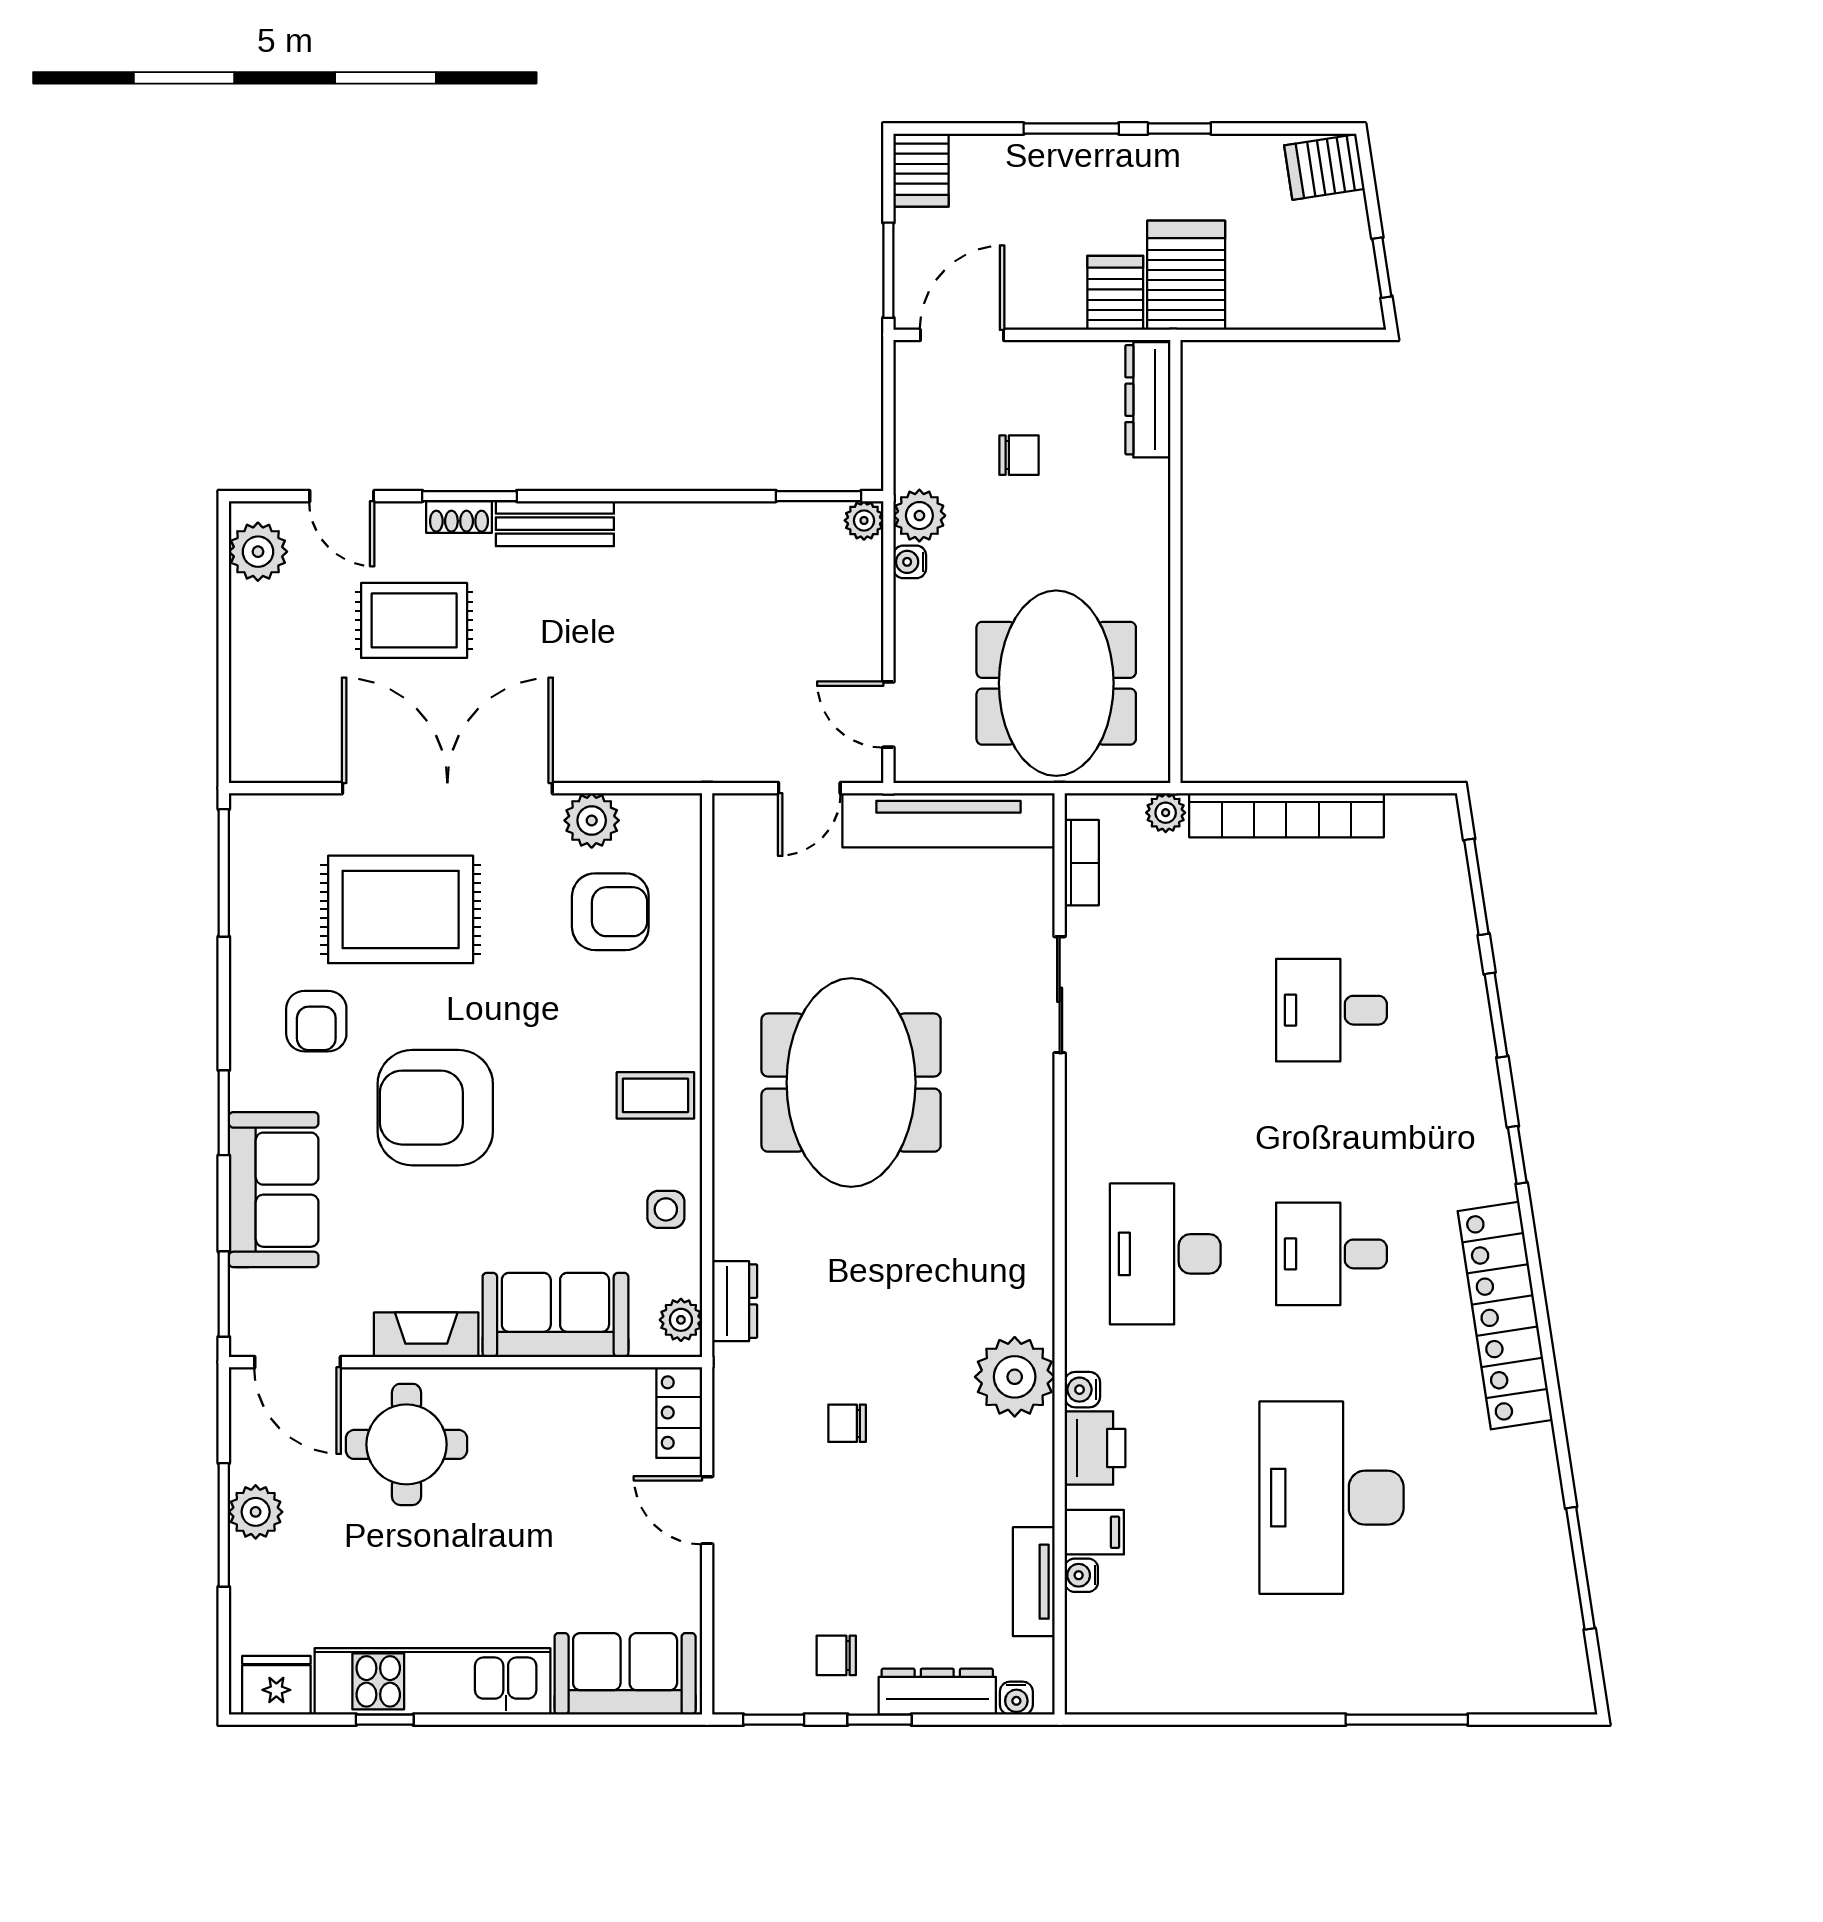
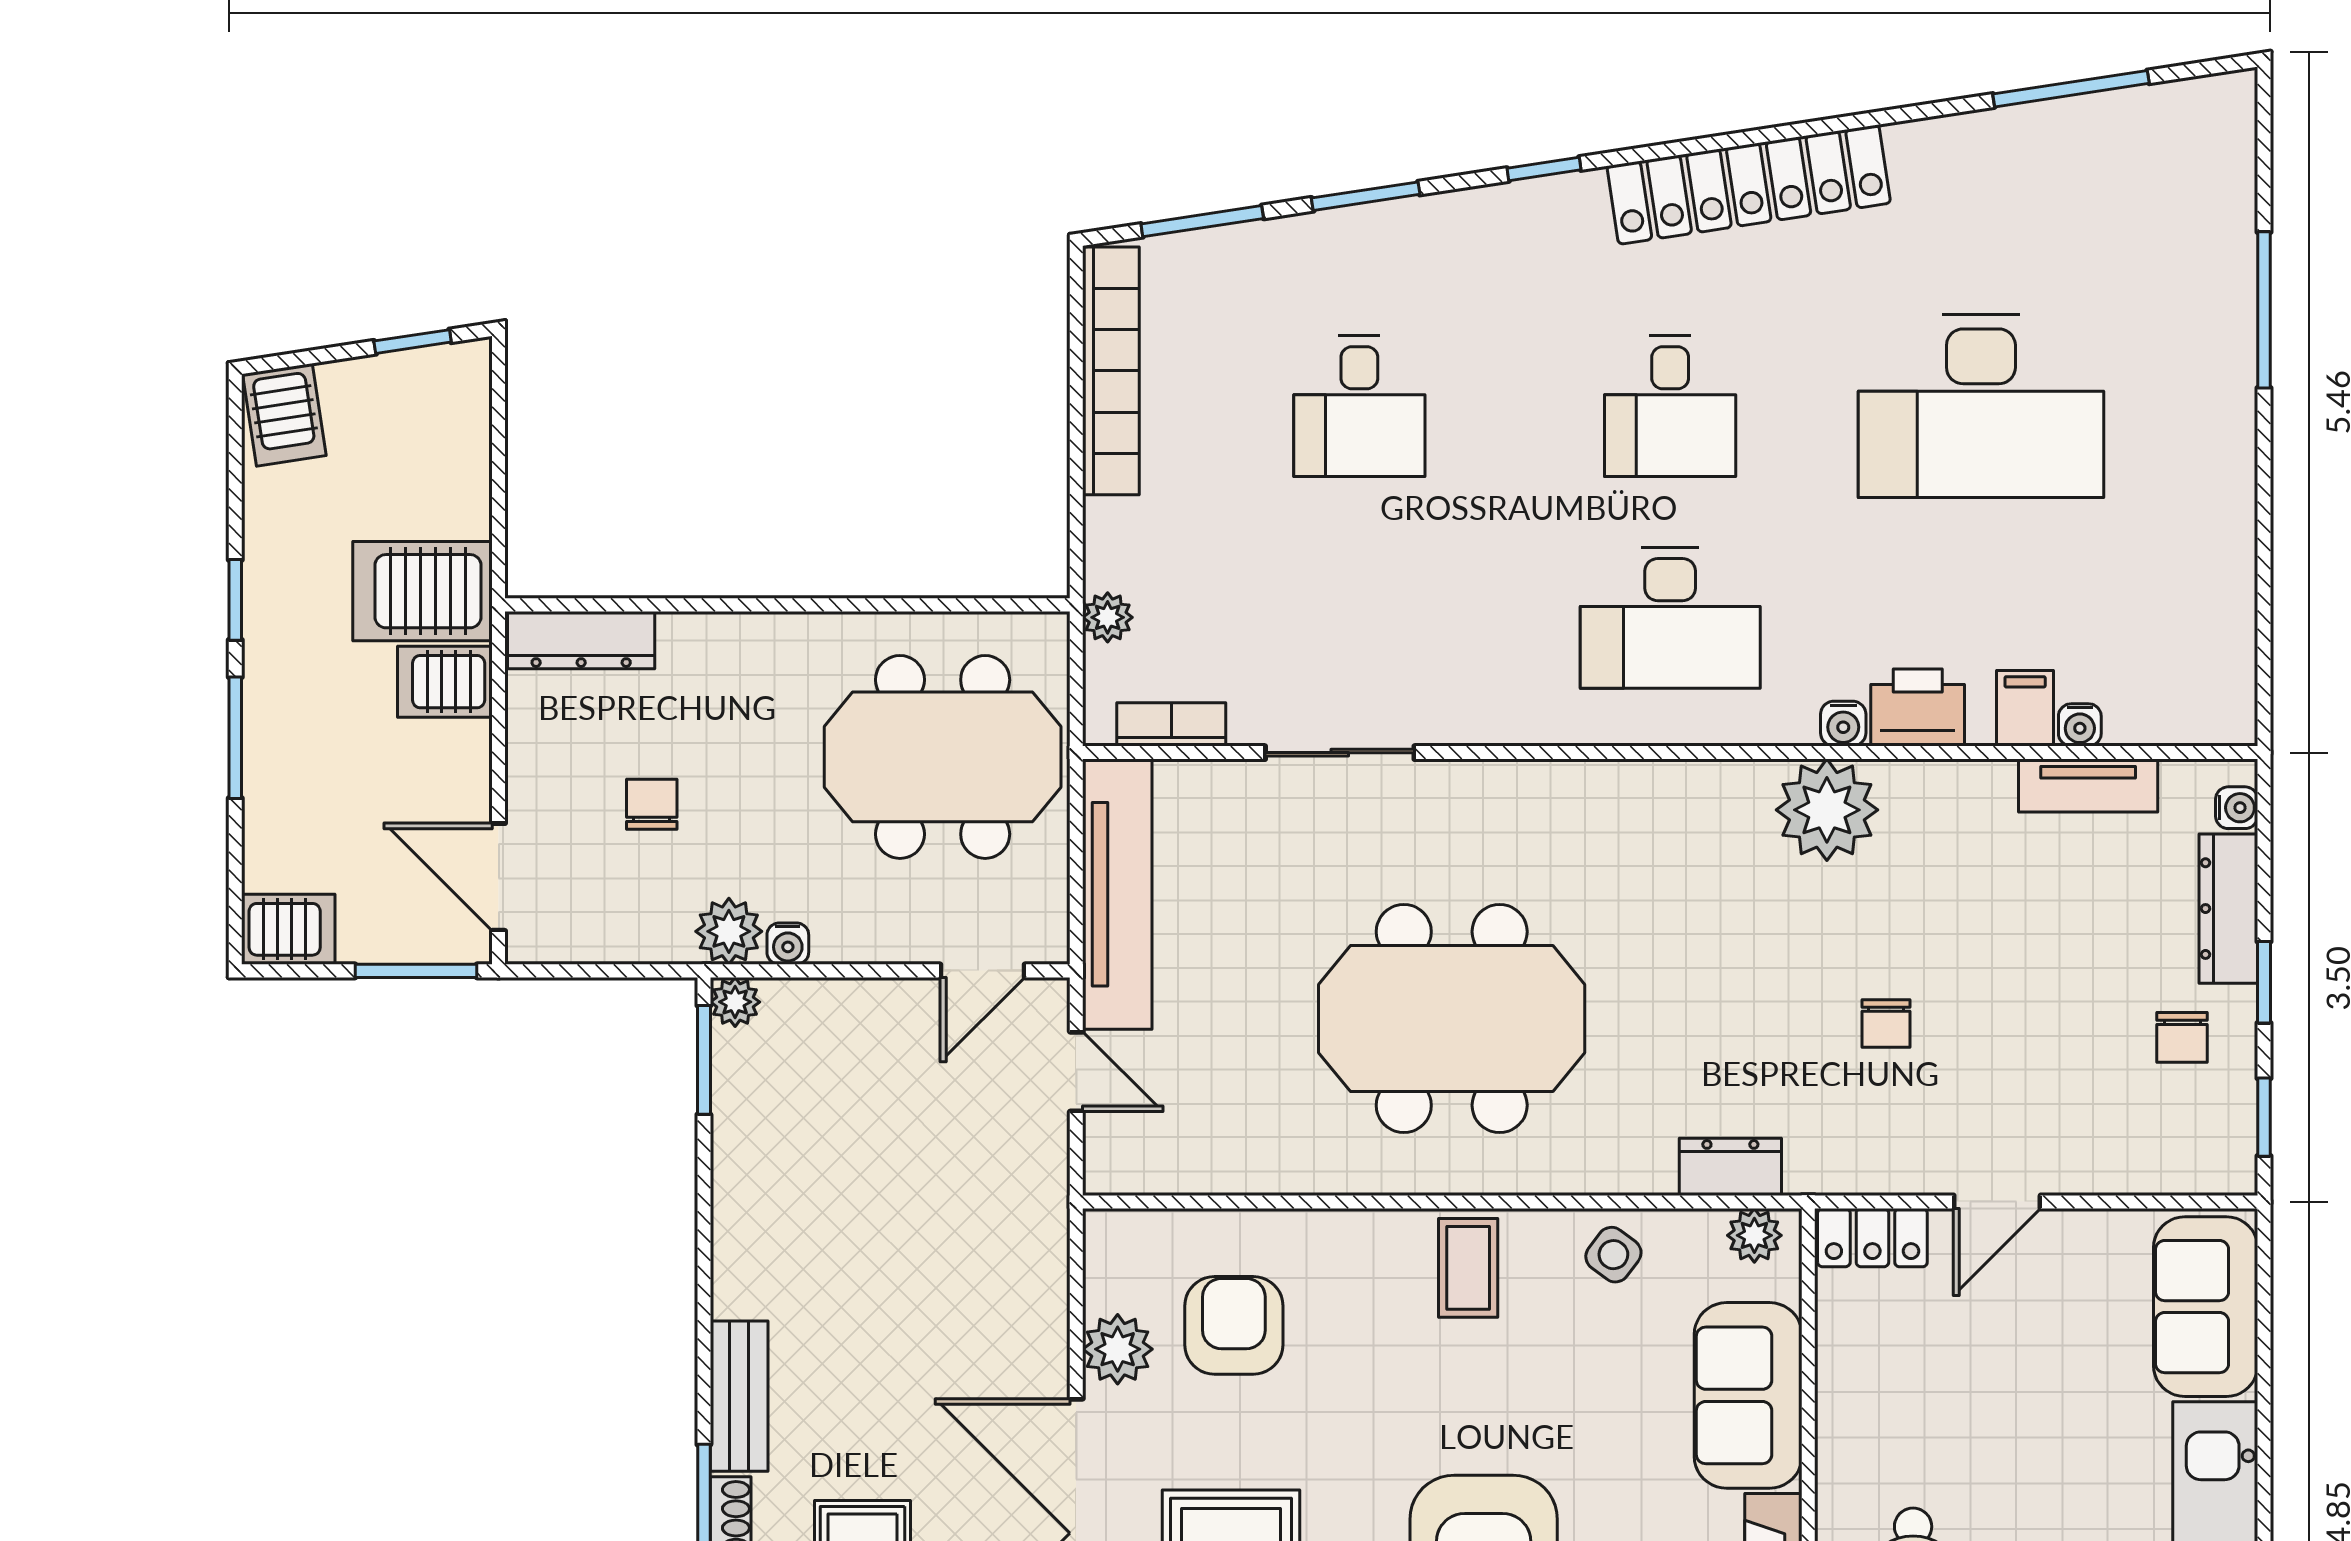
bookcase: (1286, 815) -> (1111, 371), moved
side table: (666, 1209) -> (1613, 1255), turned 37

